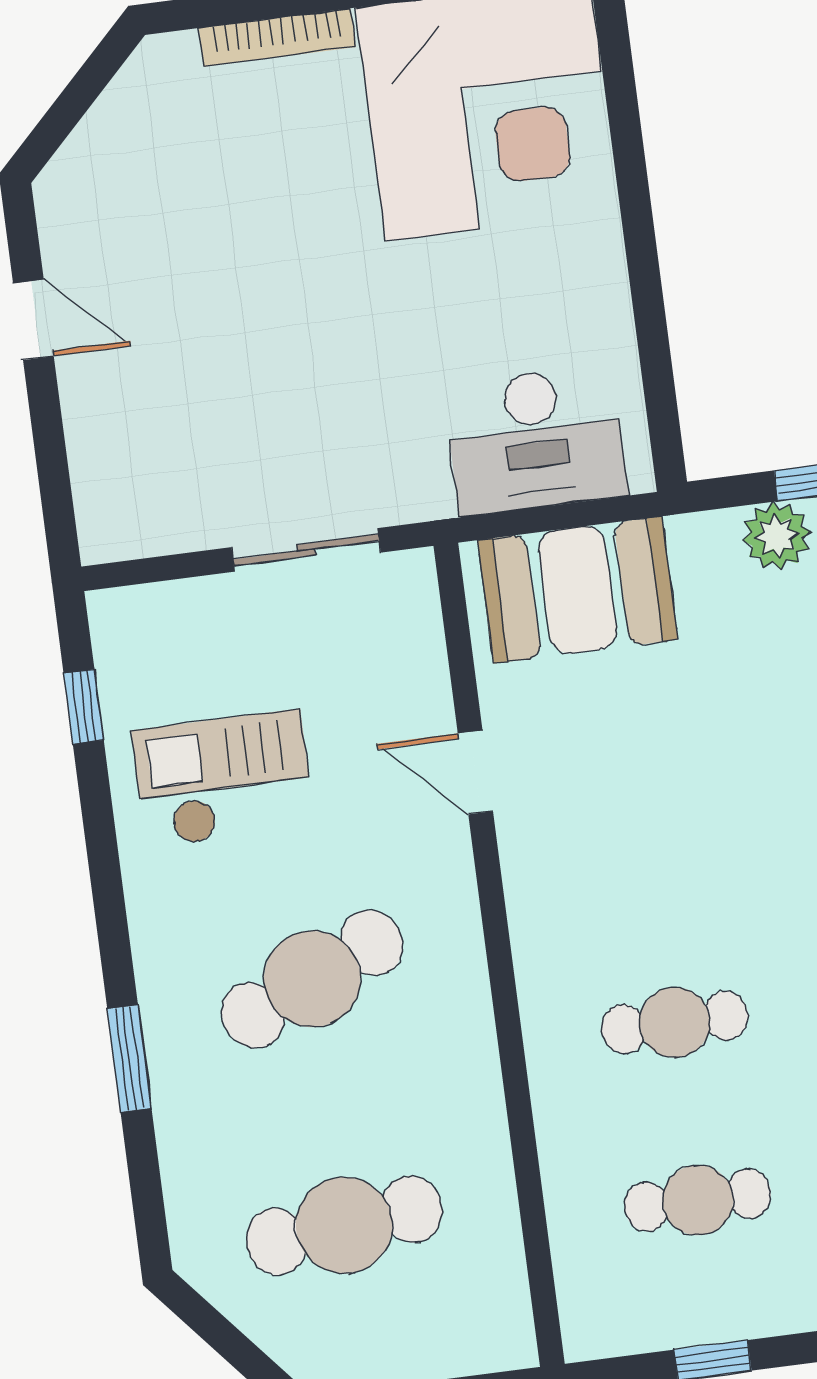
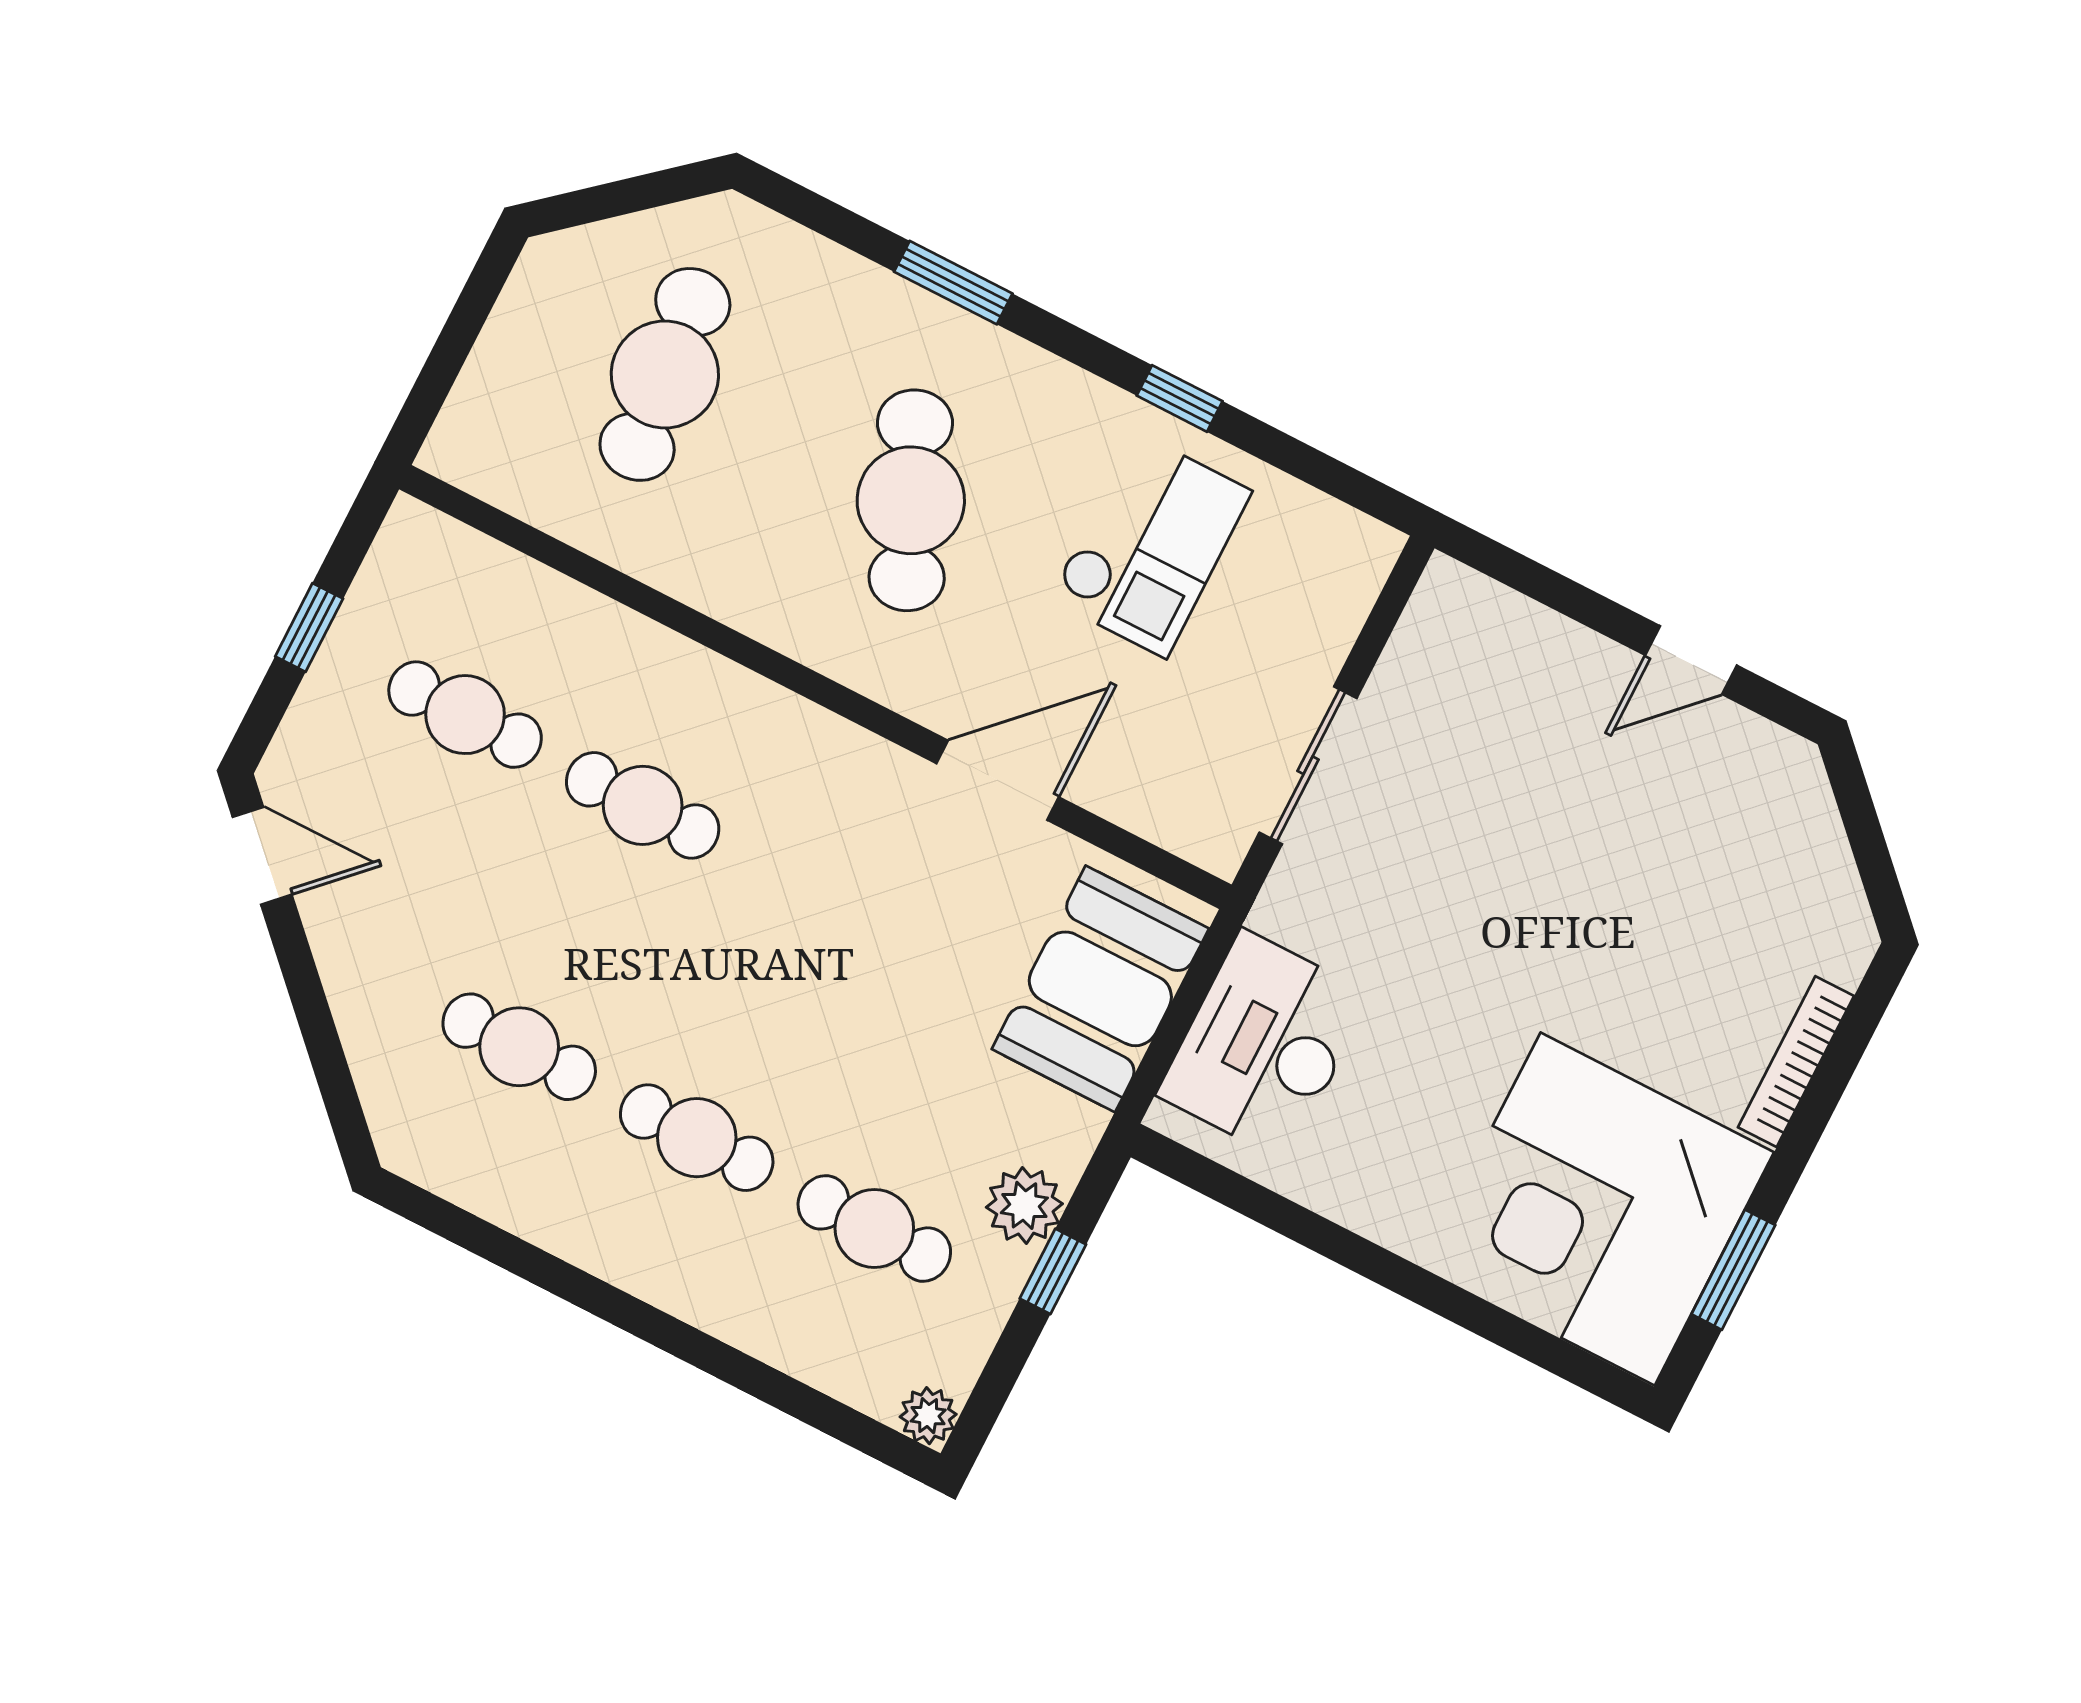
window: (84, 707) -> (1180, 398), moved
door: (475, 772) -> (998, 780), width x1.38
cafe table: (675, 1022) -> (643, 805), turned 90
cafe table: (698, 1200) -> (465, 715), turned 90

